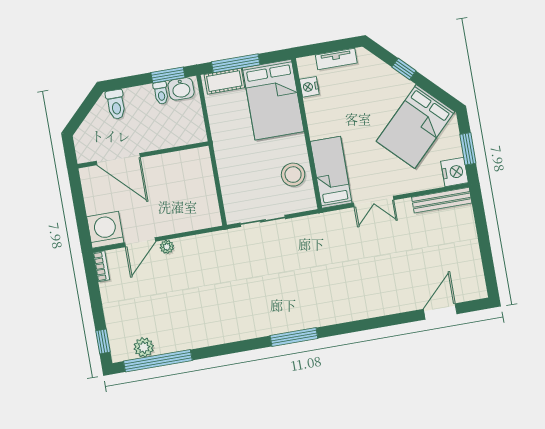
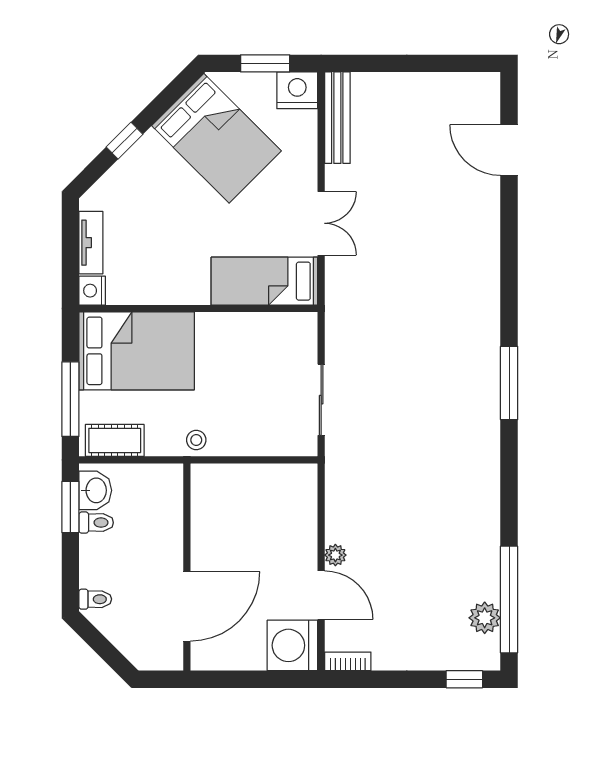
cot: (224, 81) -> (115, 440), moved, turned 90
nightstand: (309, 87) -> (92, 291), moved, turned 90
toilet: (116, 104) -> (95, 599), width x0.73, depth x0.72
stool: (293, 175) -> (196, 440), moved, width x0.53, depth x0.53

